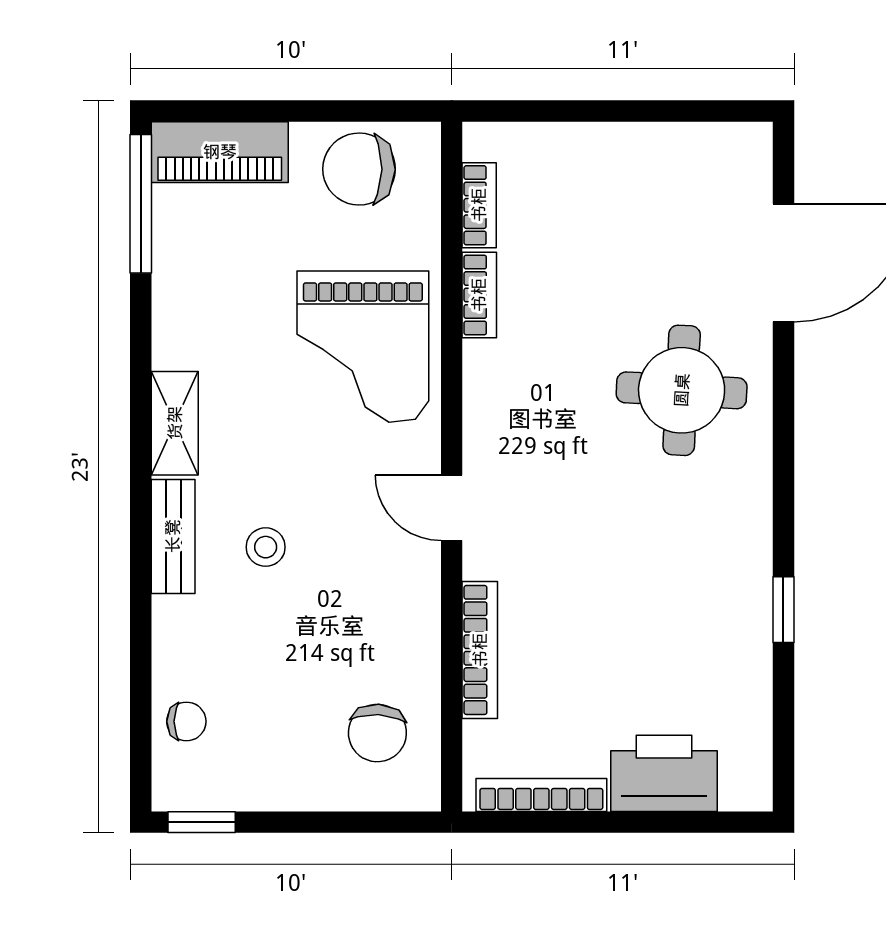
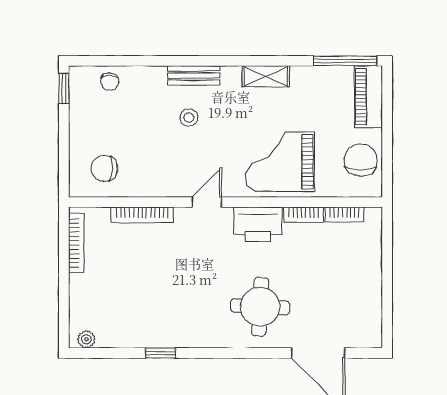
shelving: (175, 423) -> (266, 76), moved
printer: (664, 773) -> (258, 224), moved, turned 90
plant: (753, 773) -> (86, 339), added

